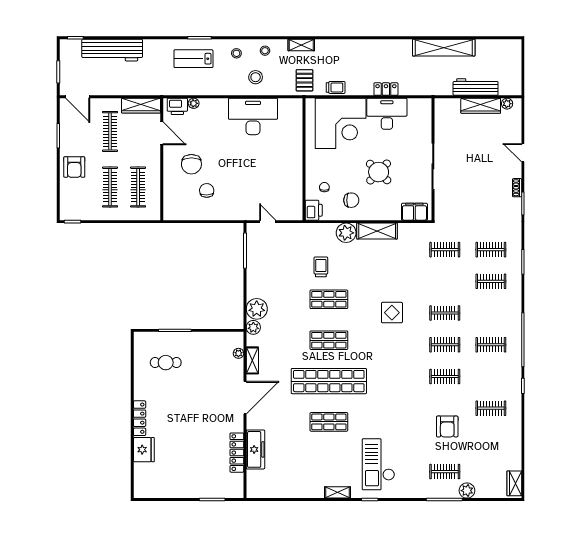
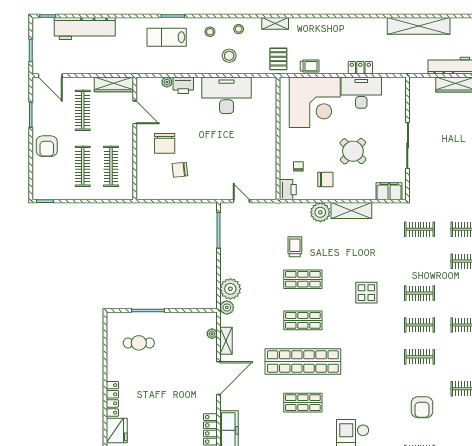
printer: (177, 106) -> (183, 85), moved
chair: (207, 190) -> (180, 170), turned -94

